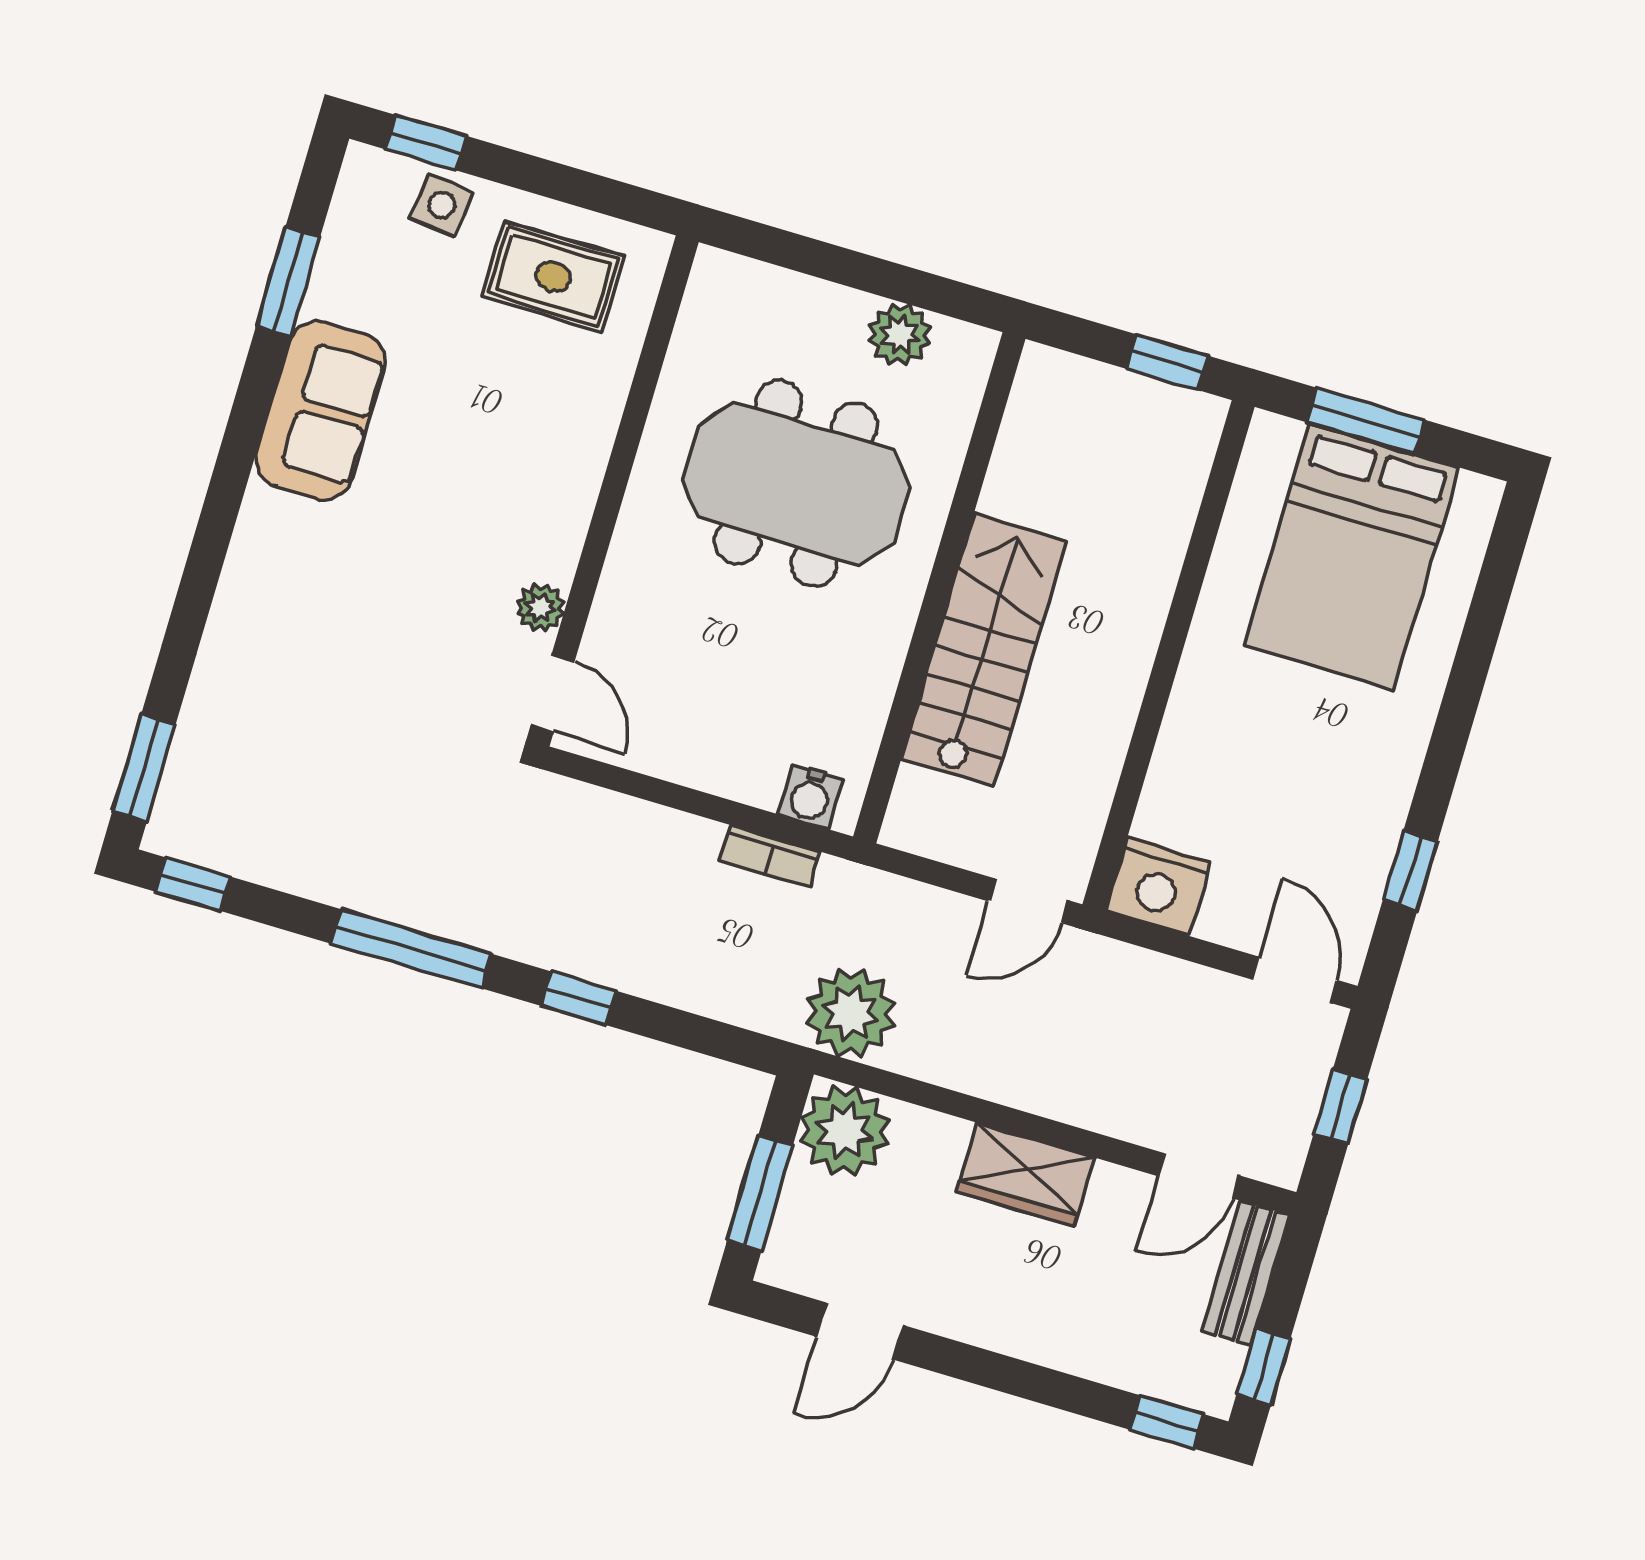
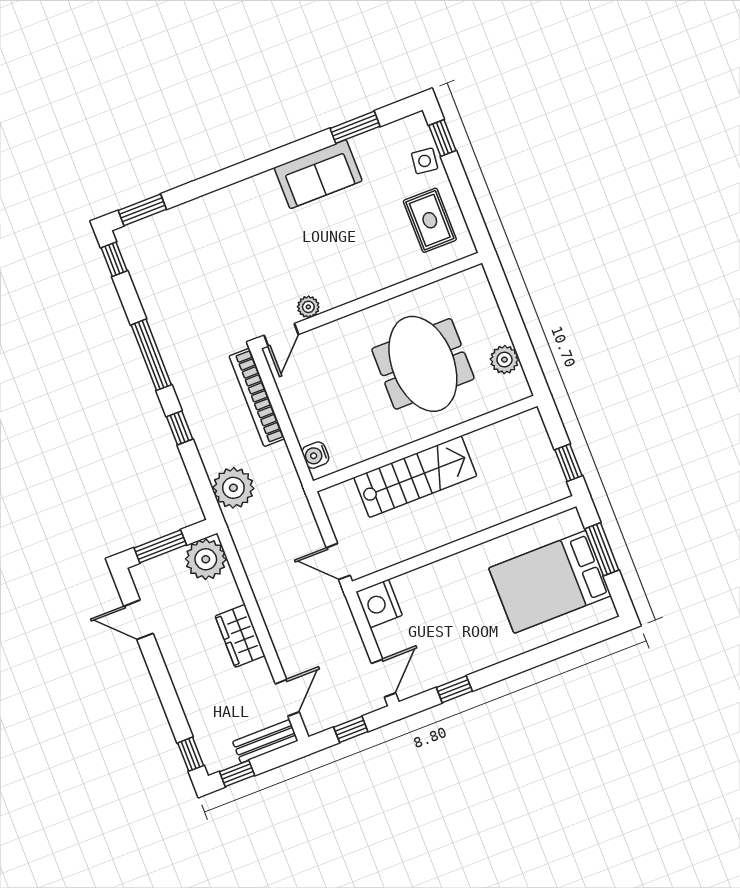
bookcase: (770, 856) -> (257, 397), moved, width x2.31, depth x1.31
plant: (850, 1013) -> (233, 488), moved
door: (1198, 1176) -> (287, 698), swing flipped

